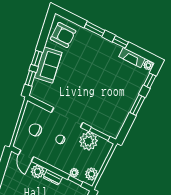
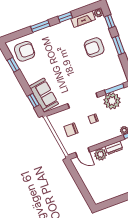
window: (37, 58) -> (13, 65), moved
sofa: (48, 65) -> (44, 95), moved
armchair: (118, 87) -> (94, 47), added

